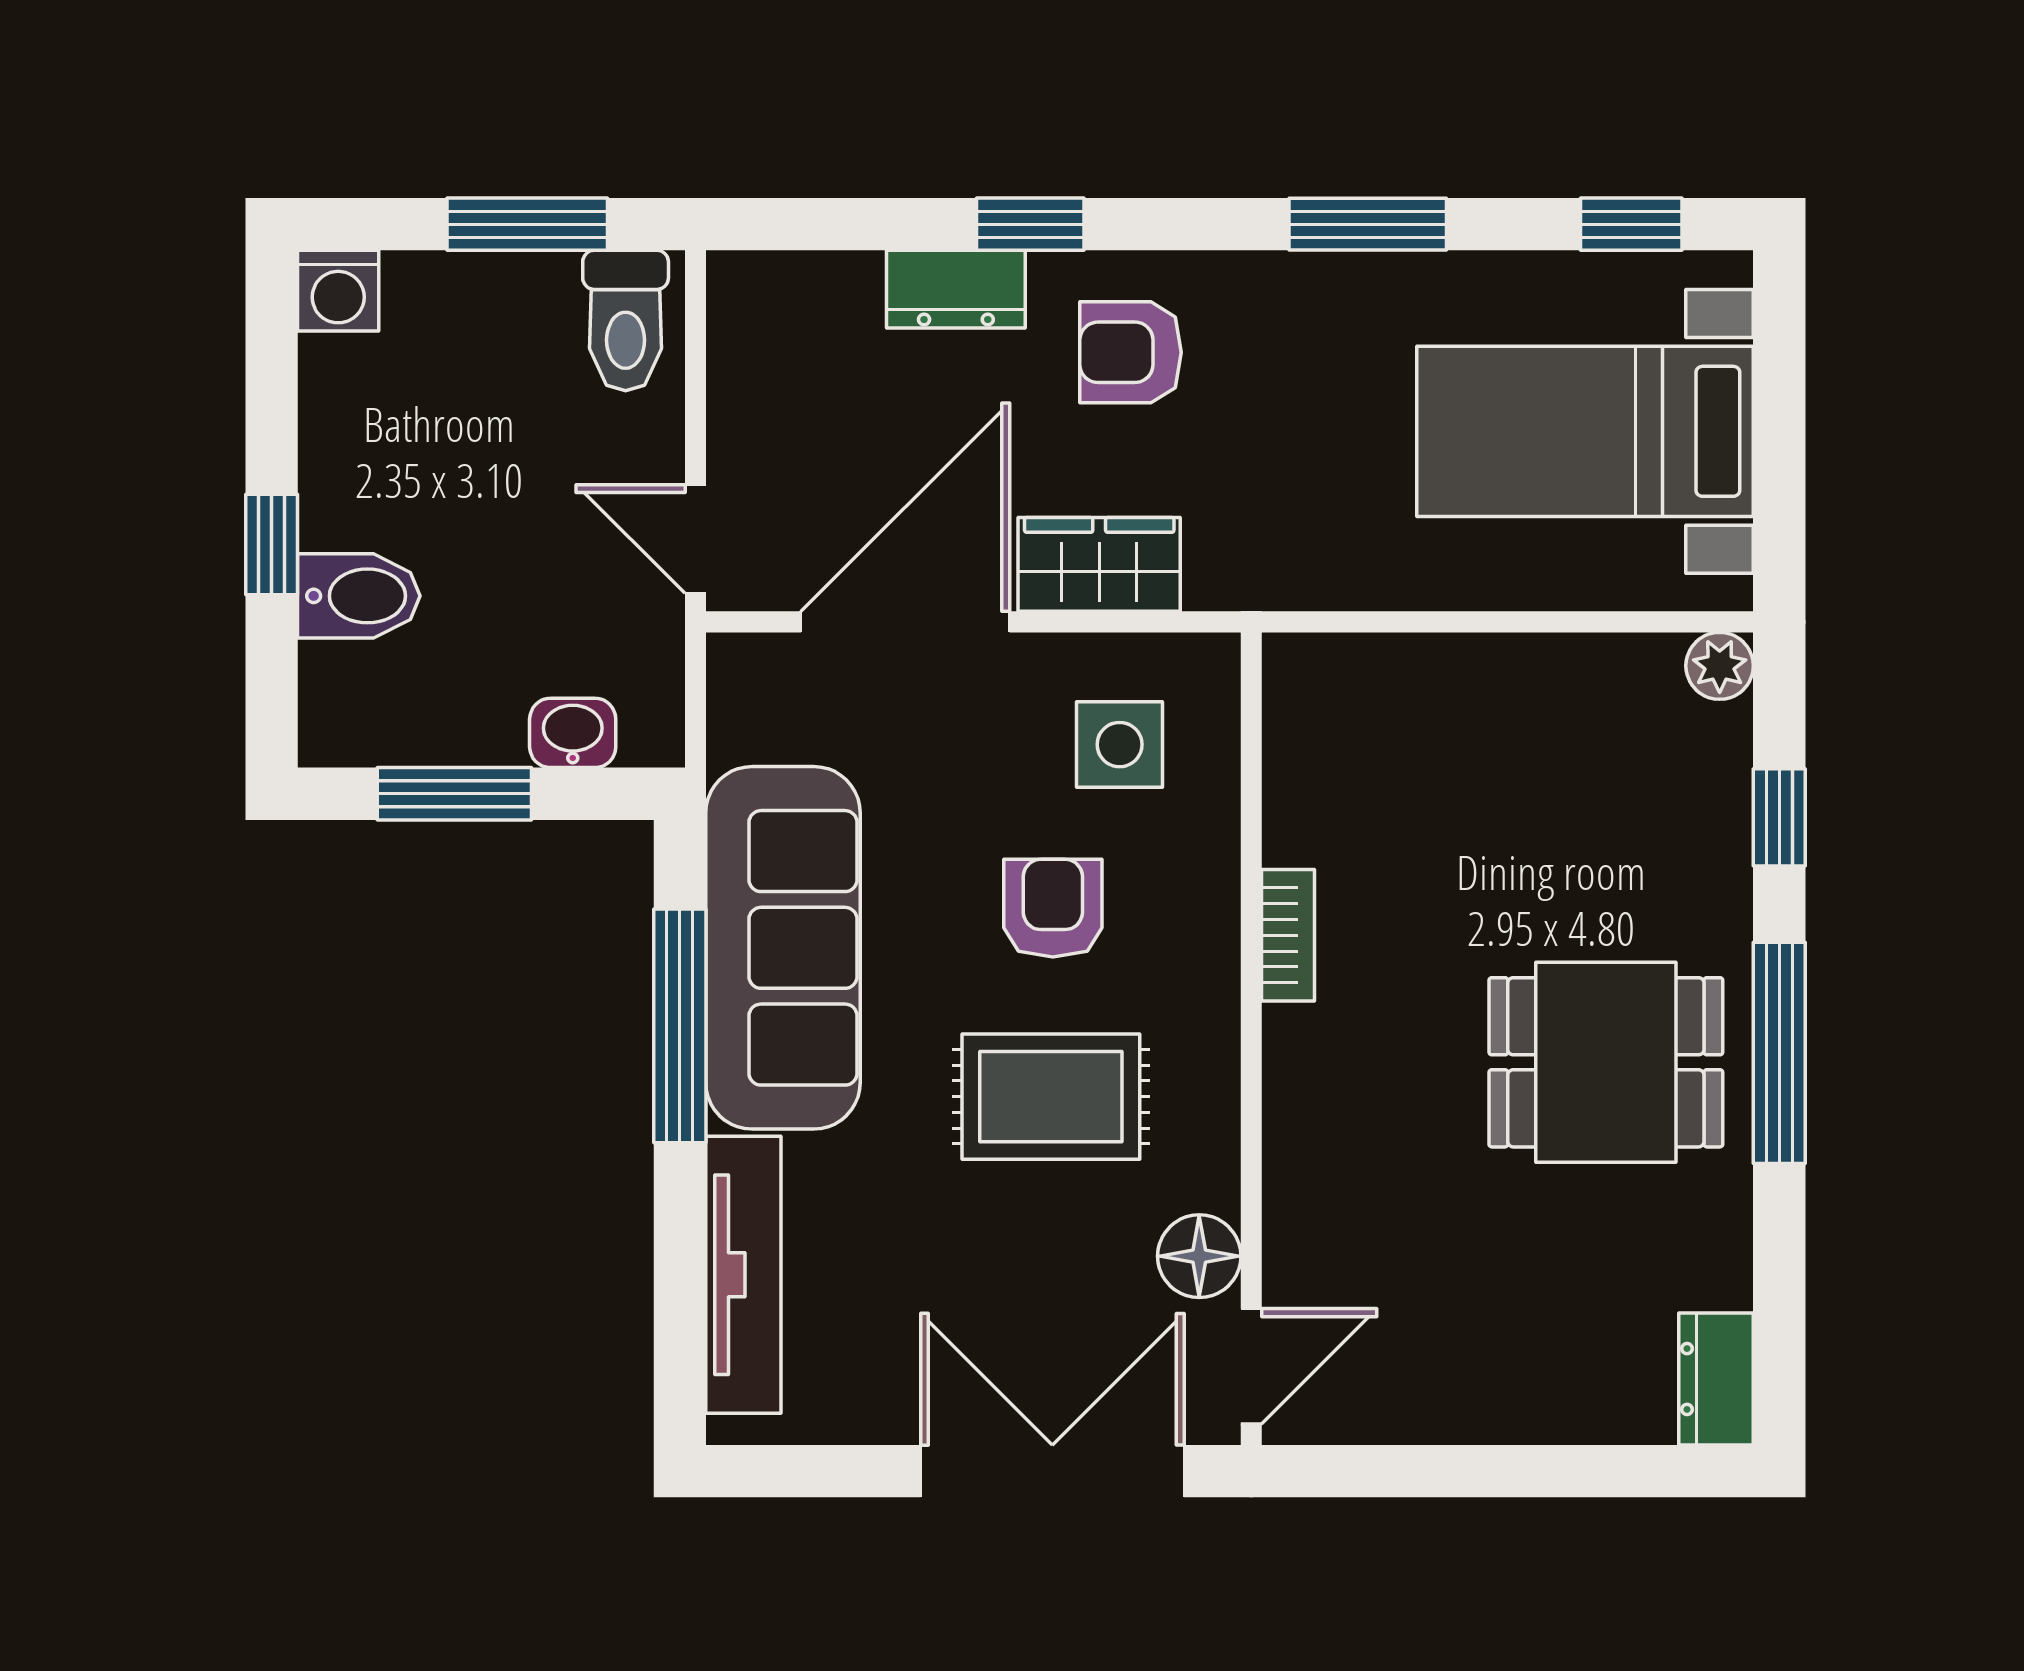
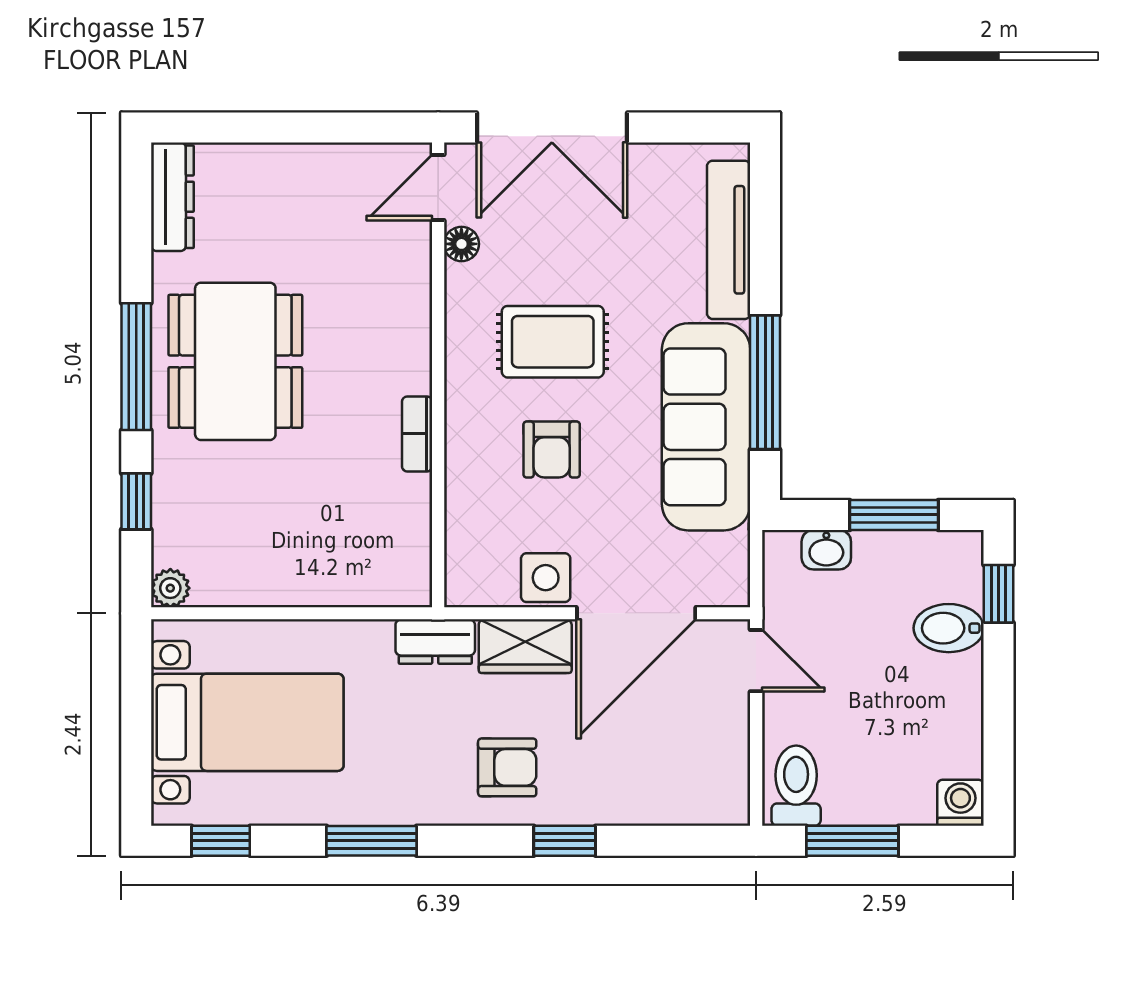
dresser: (956, 289) -> (435, 642), moved, turned 180
window: (272, 544) -> (999, 594), moved
side table: (1120, 745) -> (546, 578), moved
dining table: (1606, 1062) -> (235, 361), width x1.38
floor lamp: (1199, 1256) -> (461, 244), width x0.73, depth x0.73
dresser: (1716, 1379) -> (172, 197), width x1.44

